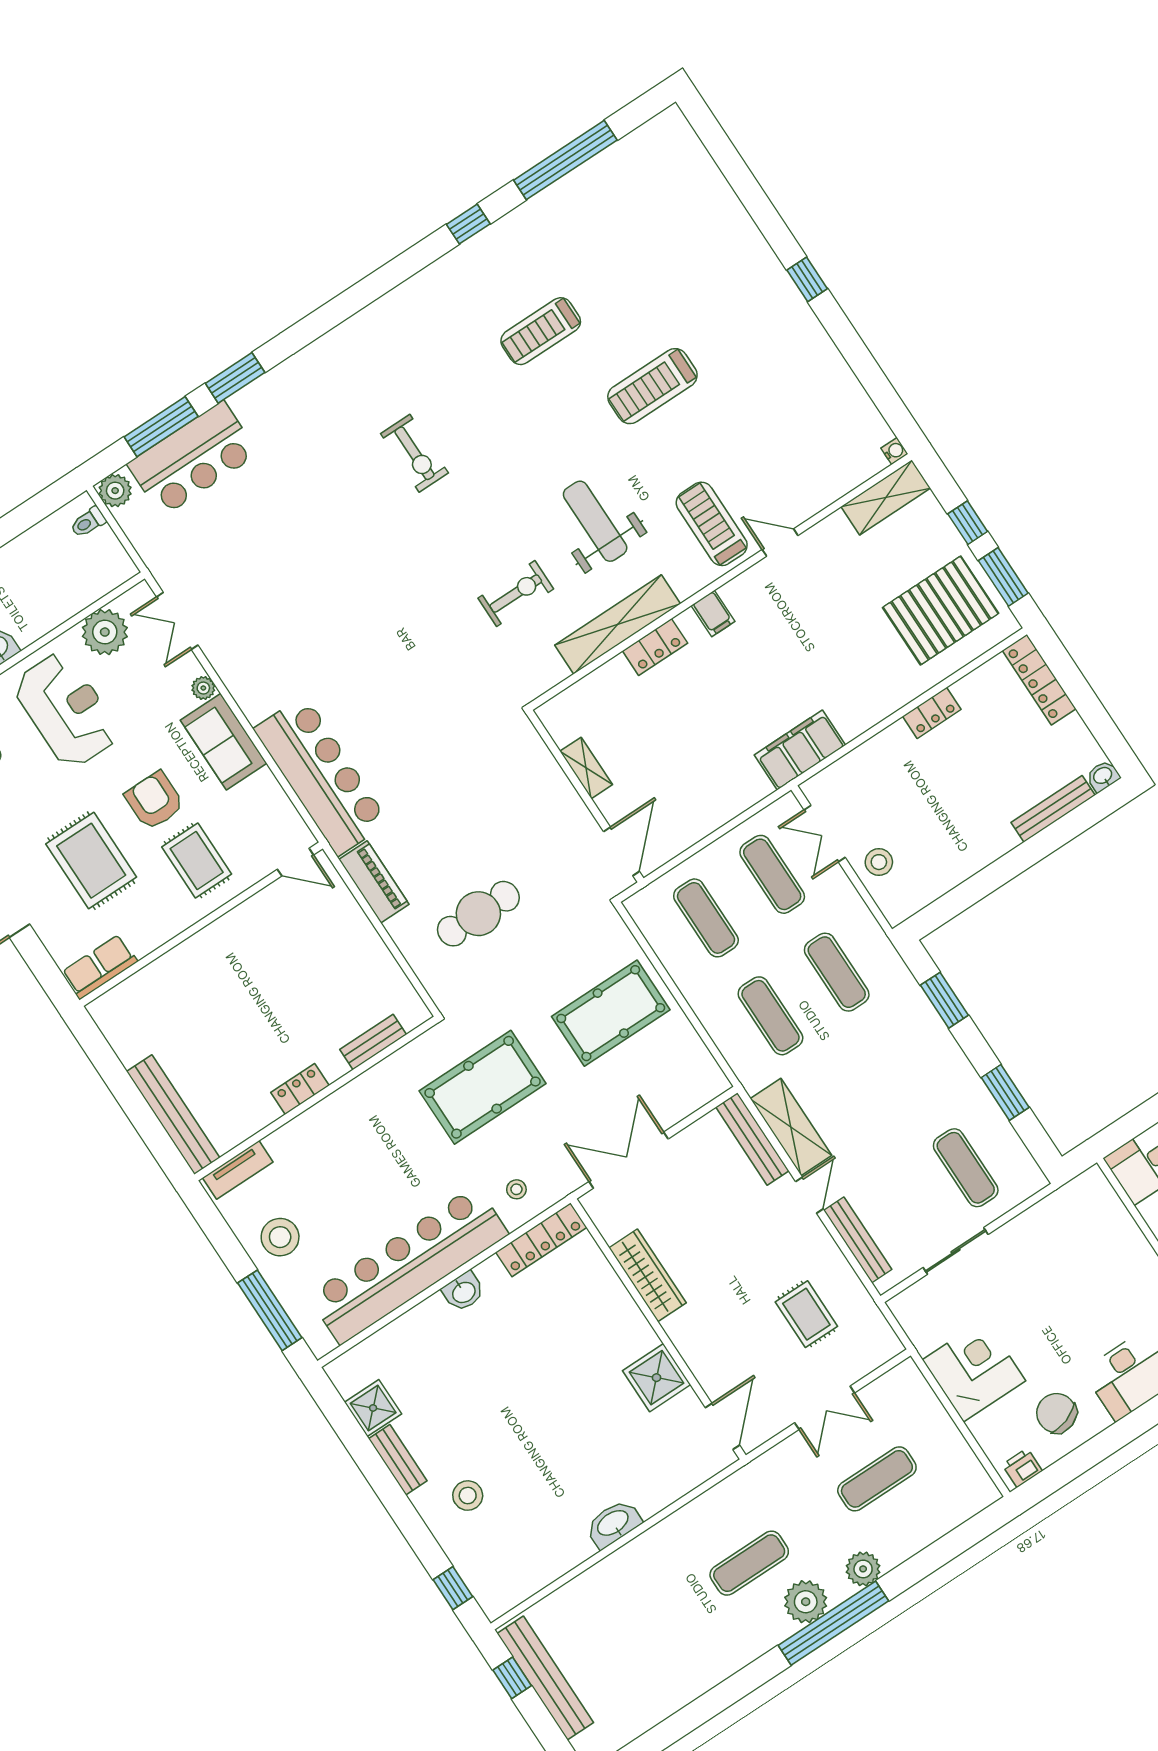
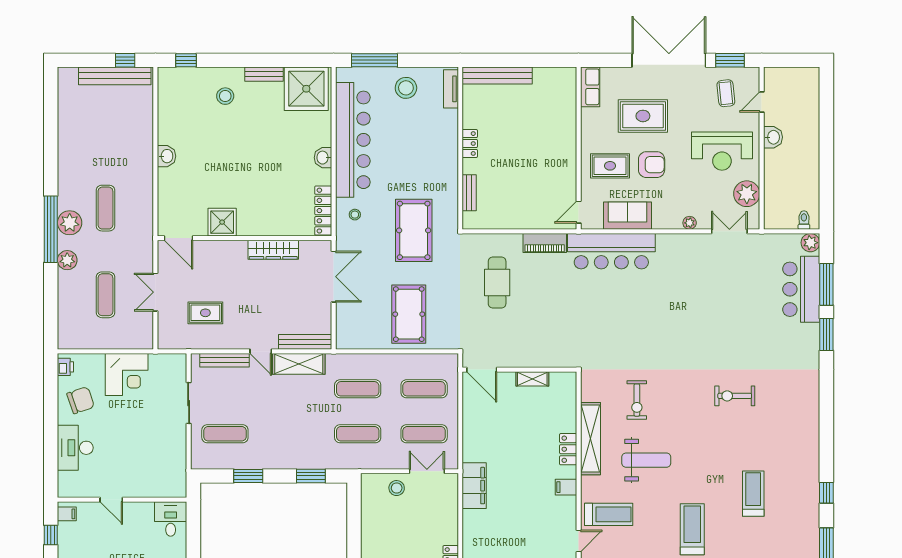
sofa: (224, 742) -> (628, 216), moved
shower: (373, 1408) -> (306, 89), width x1.86, depth x1.86
washbasin: (613, 1524) -> (166, 156), width x0.72

